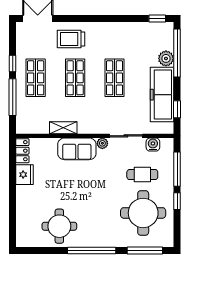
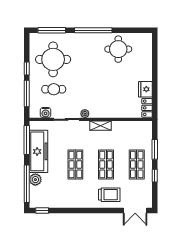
window: (13, 97) -> (155, 149), width x0.69
window: (177, 109) -> (27, 140), width x2.17
shelving: (63, 128) -> (101, 126), moved
sofa: (77, 149) -> (105, 109), removed

